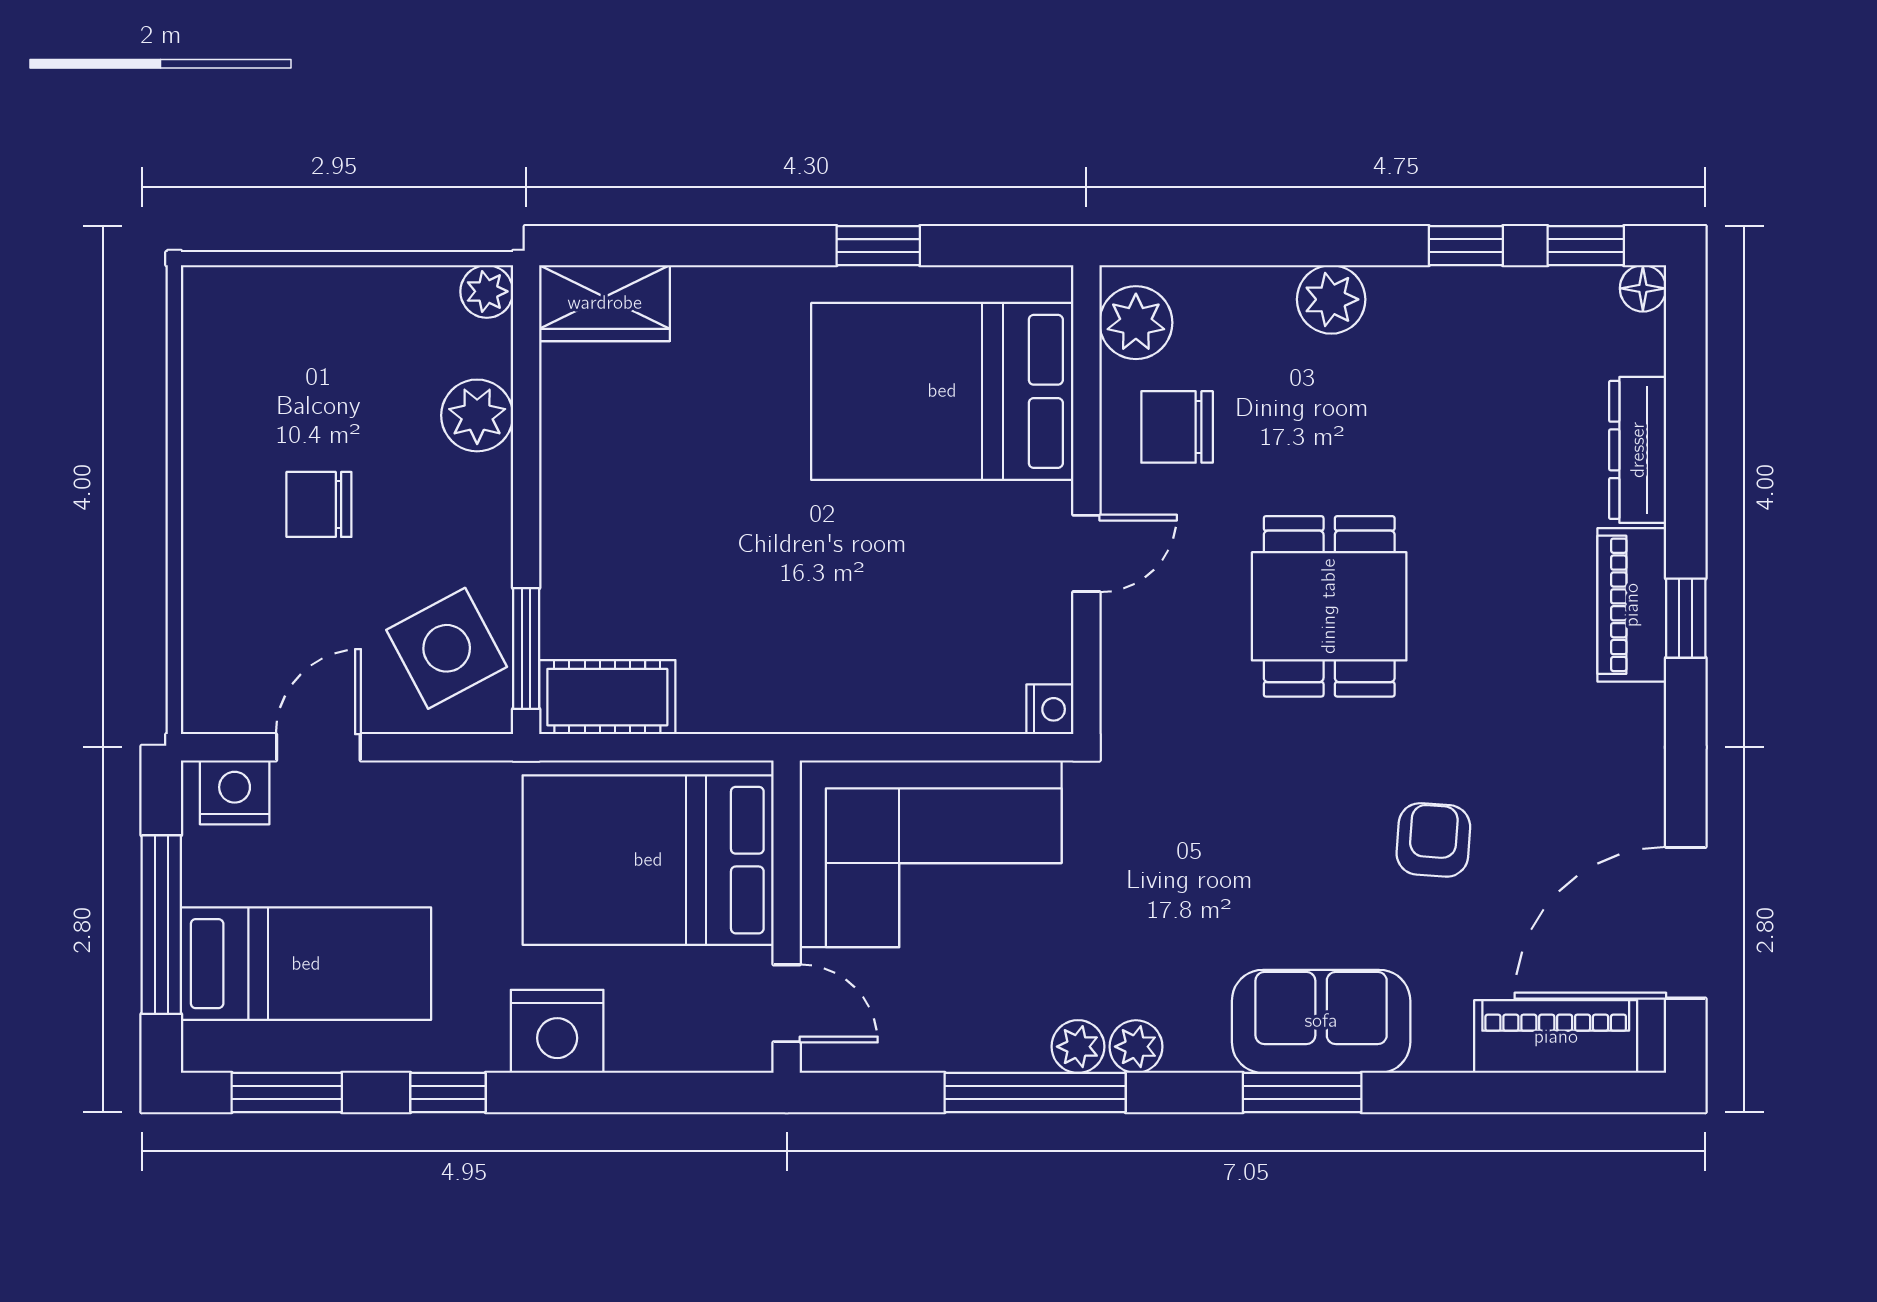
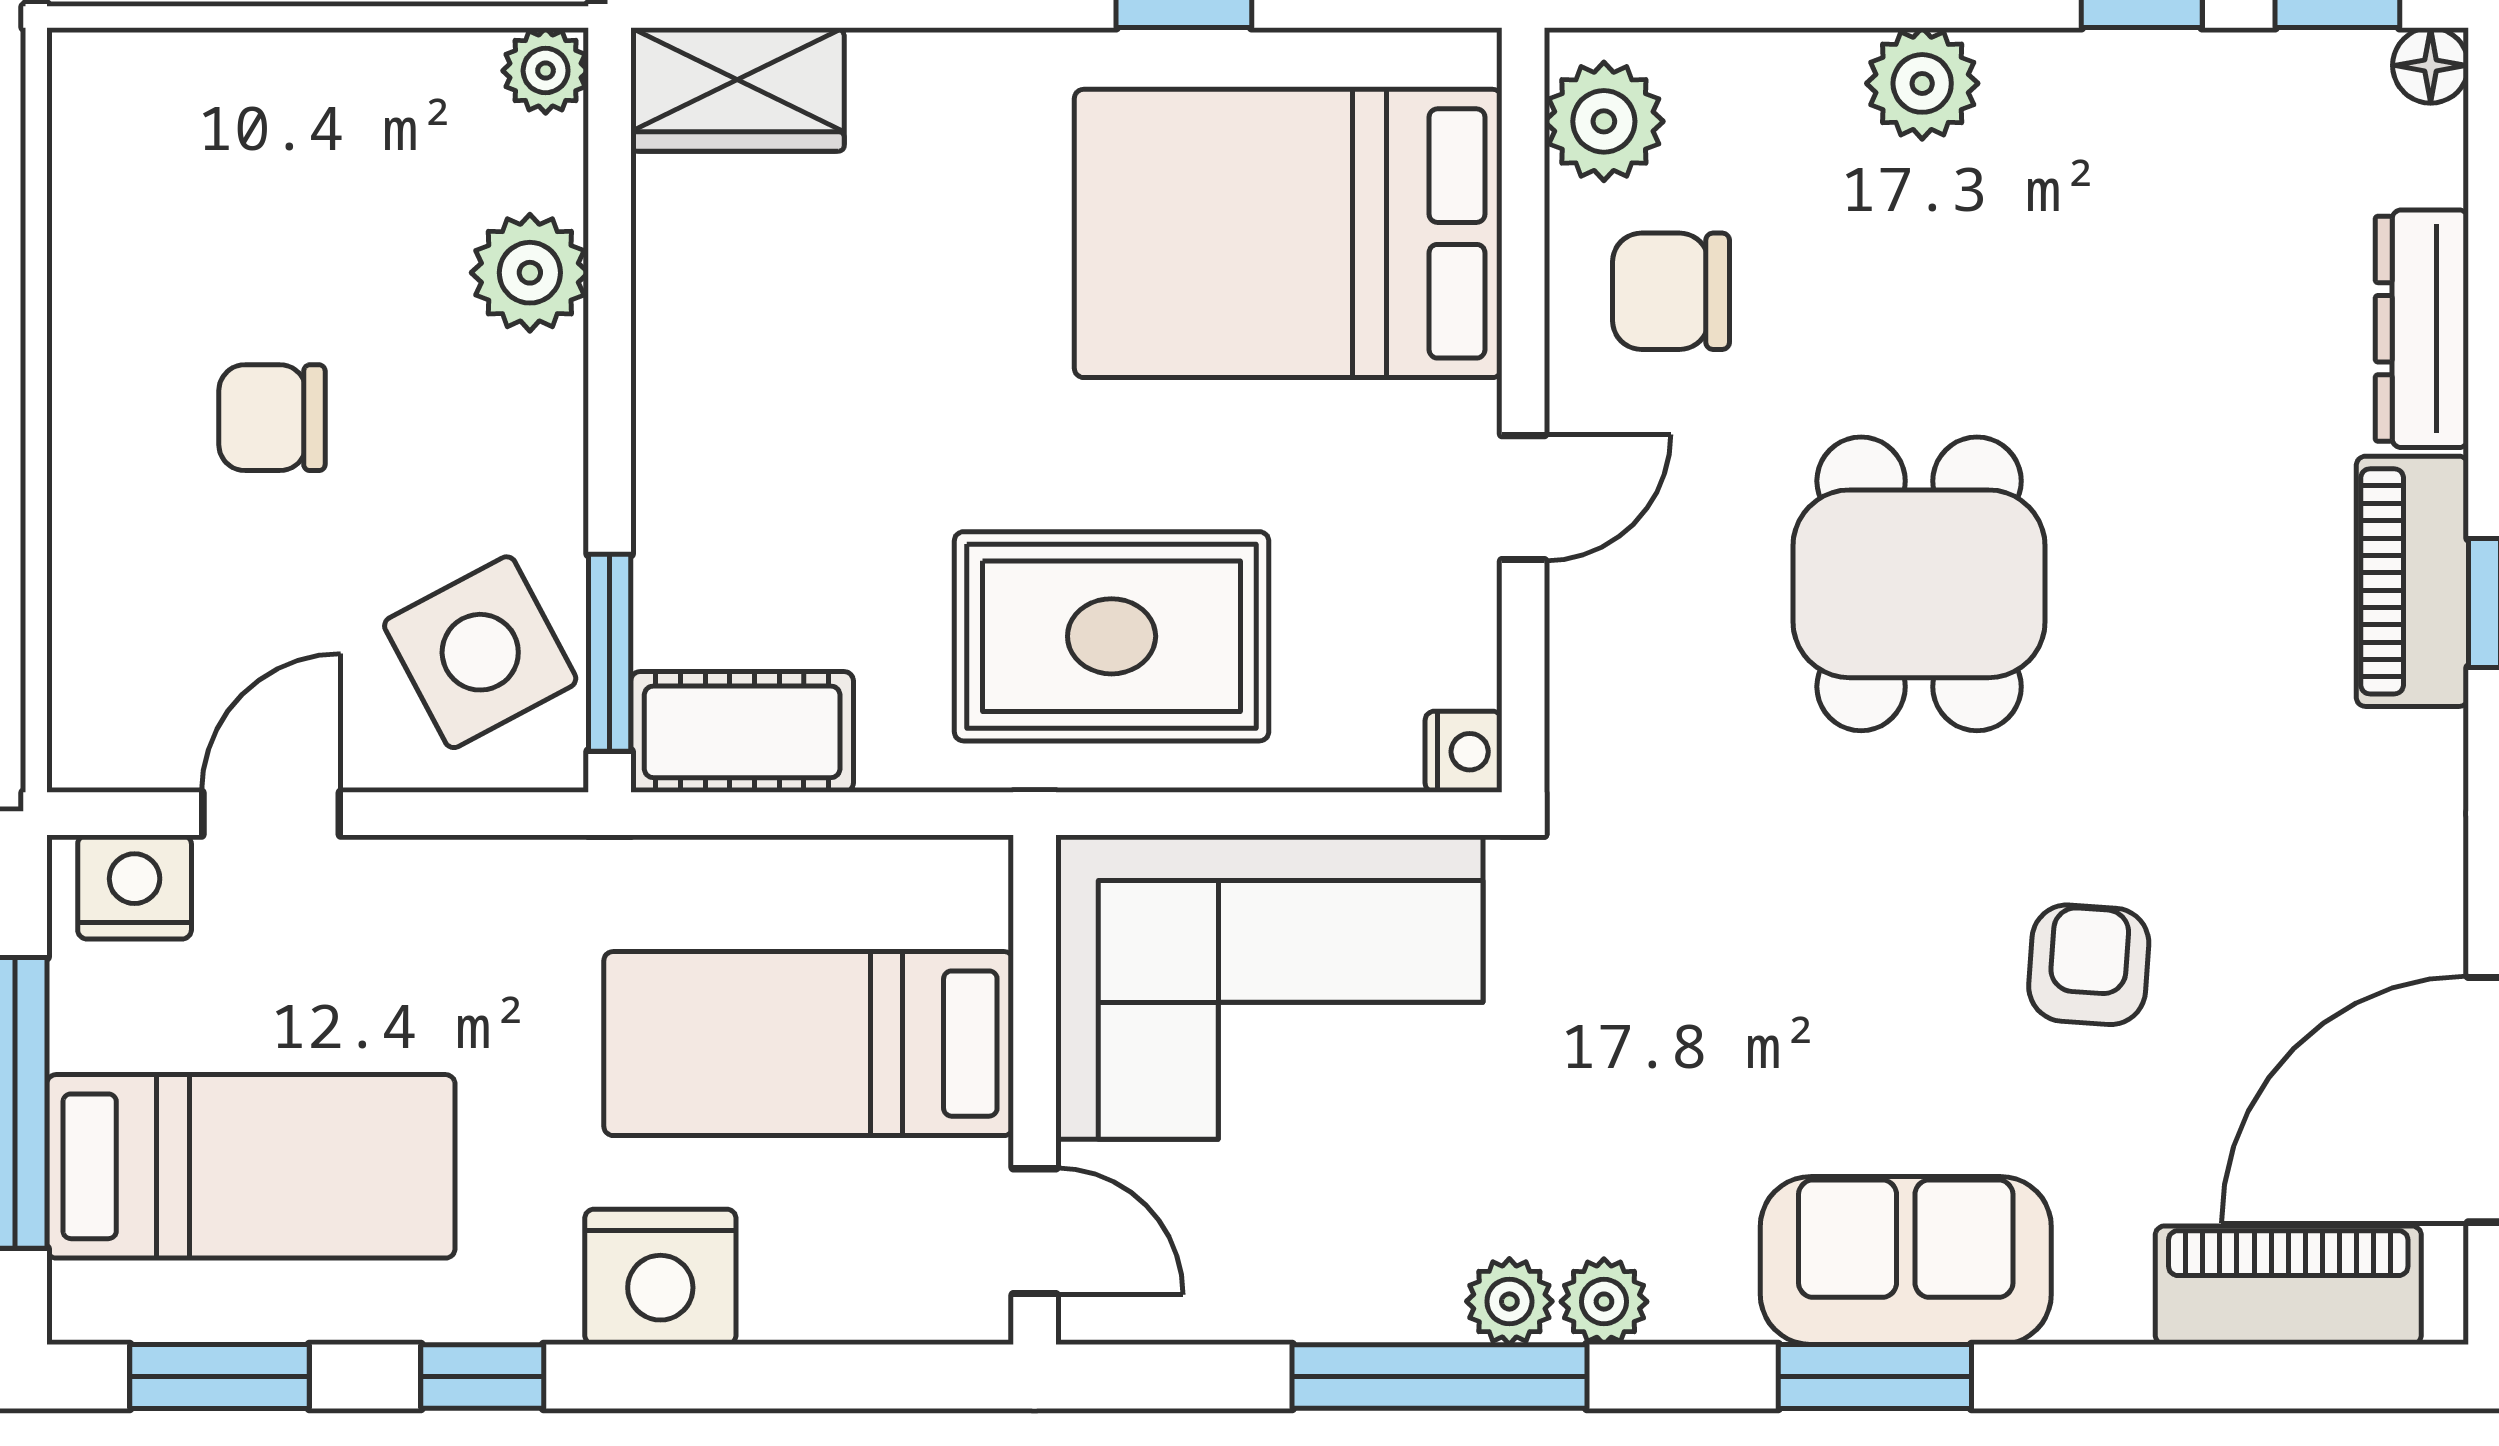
rug: (834, 639) -> (1112, 636), added
bed: (648, 860) -> (809, 1044), width x0.67

